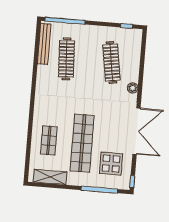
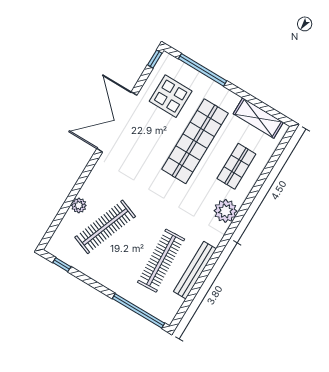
bench: (44, 44) -> (195, 270), moved
clothes rail: (111, 63) -> (105, 227), turned 30
plant: (133, 88) -> (79, 205), moved
plant: (42, 109) -> (225, 211), added

